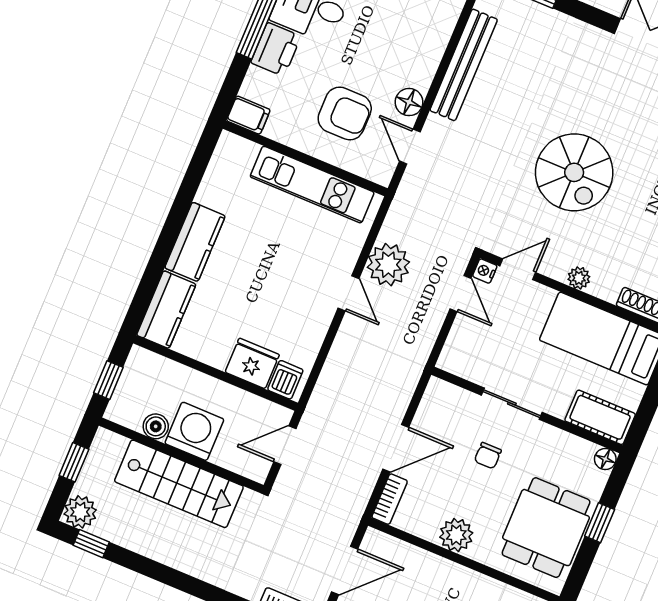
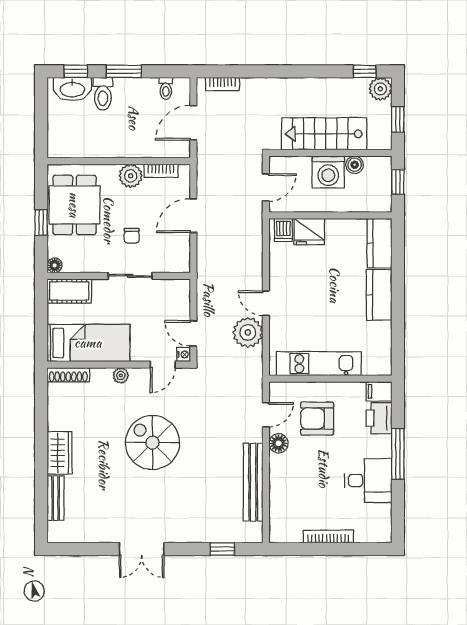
printer: (276, 49) -> (379, 418), moved
door: (410, 147) -> (266, 415), hinge flipped
chair: (488, 456) -> (132, 236), turned 180
bookcase: (390, 499) -> (161, 171), moved, turned -90

